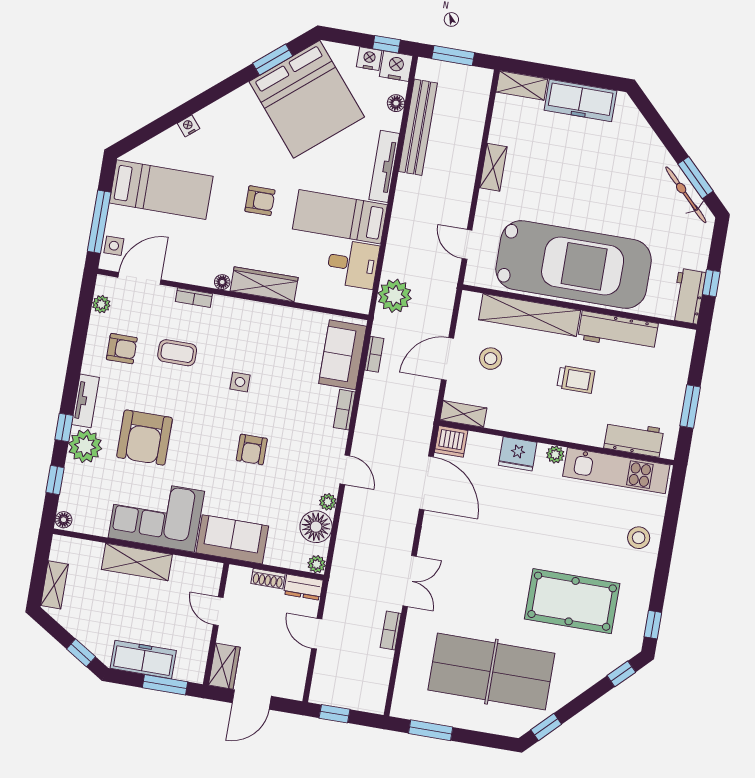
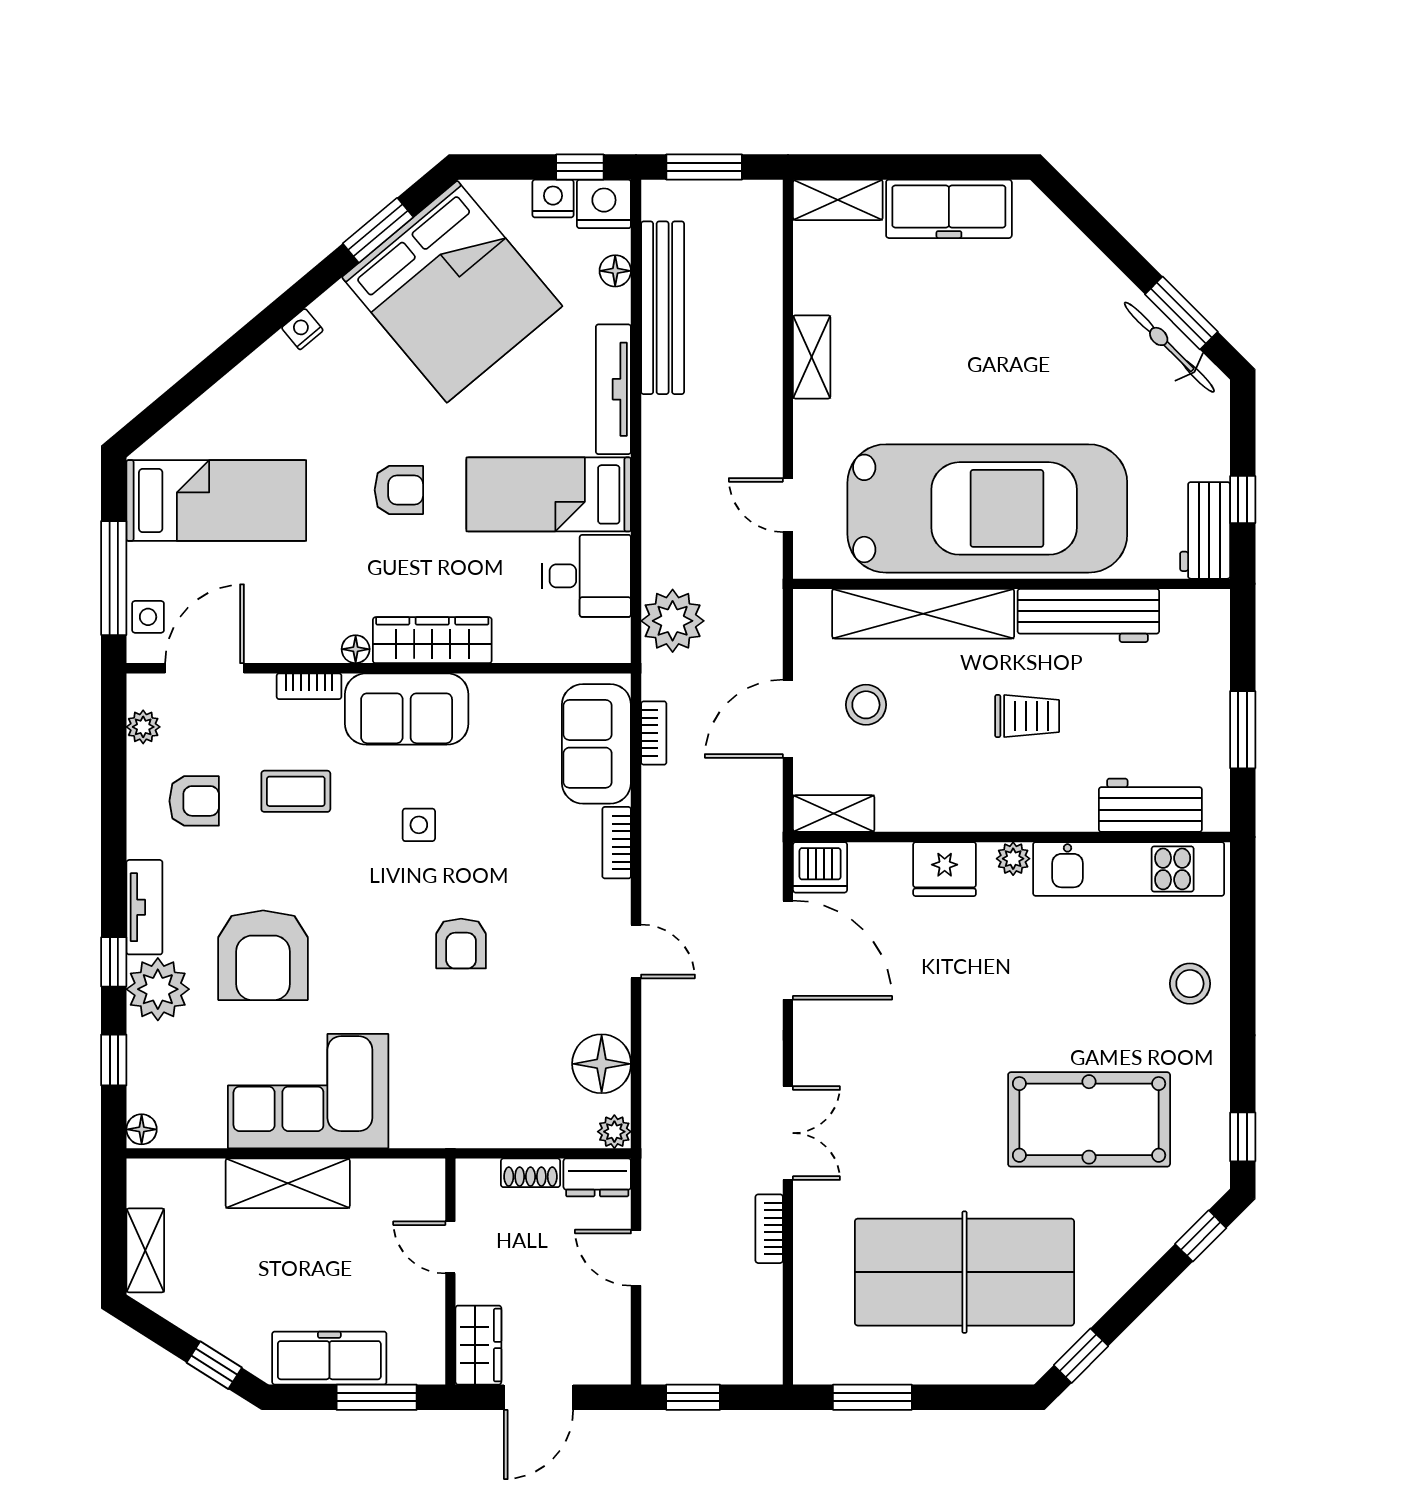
nightstand: (188, 126) -> (302, 329), moved
plant: (328, 502) -> (615, 1015), removed
sofa: (232, 539) -> (407, 709), moved, turned 180

